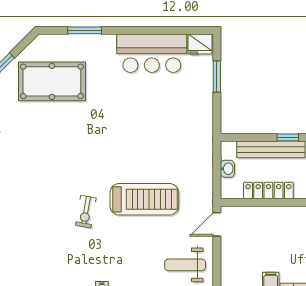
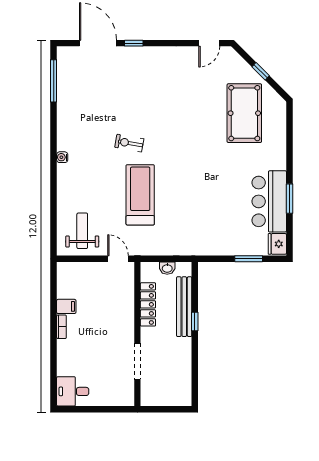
window: (85, 30) -> (289, 199), moved
treadmill: (144, 199) -> (140, 195), turned 180

